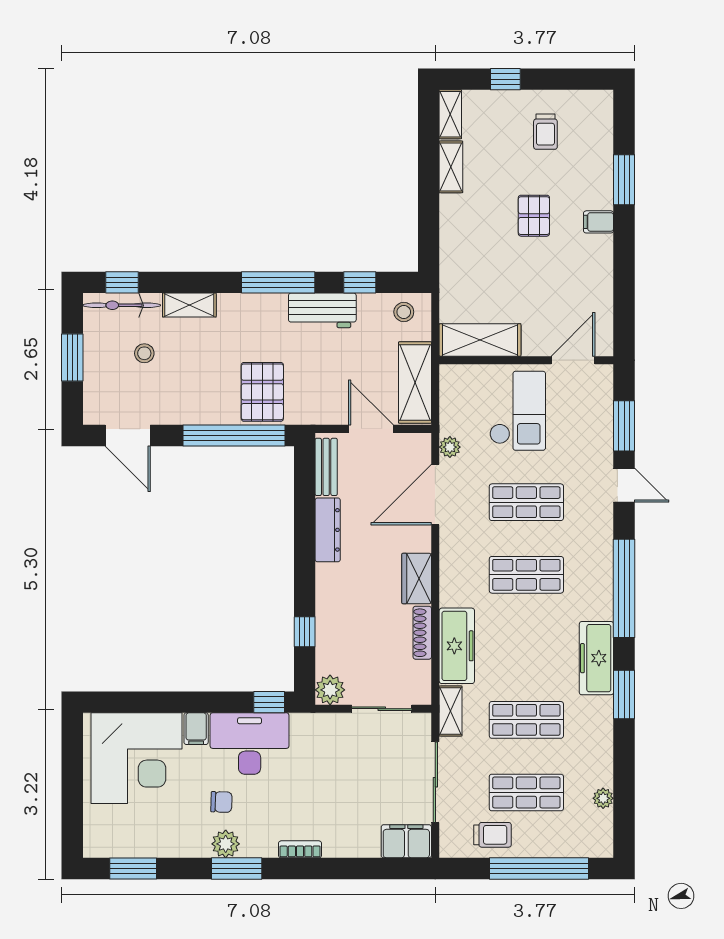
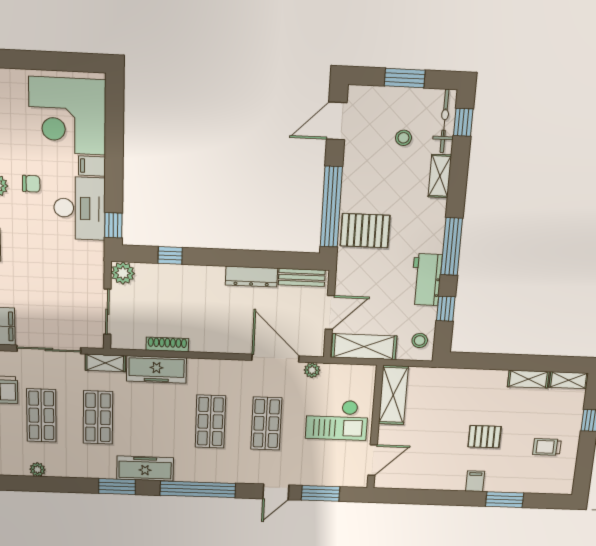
door: (573, 360) -> (373, 460), hinge flipped
wardrobe: (417, 578) -> (210, 342), removed
chair: (221, 802) -> (31, 184), turned -92

